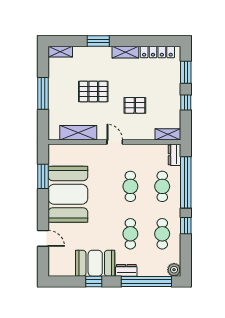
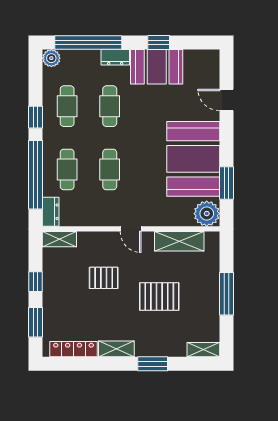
plant: (58, 153) -> (207, 214), added

